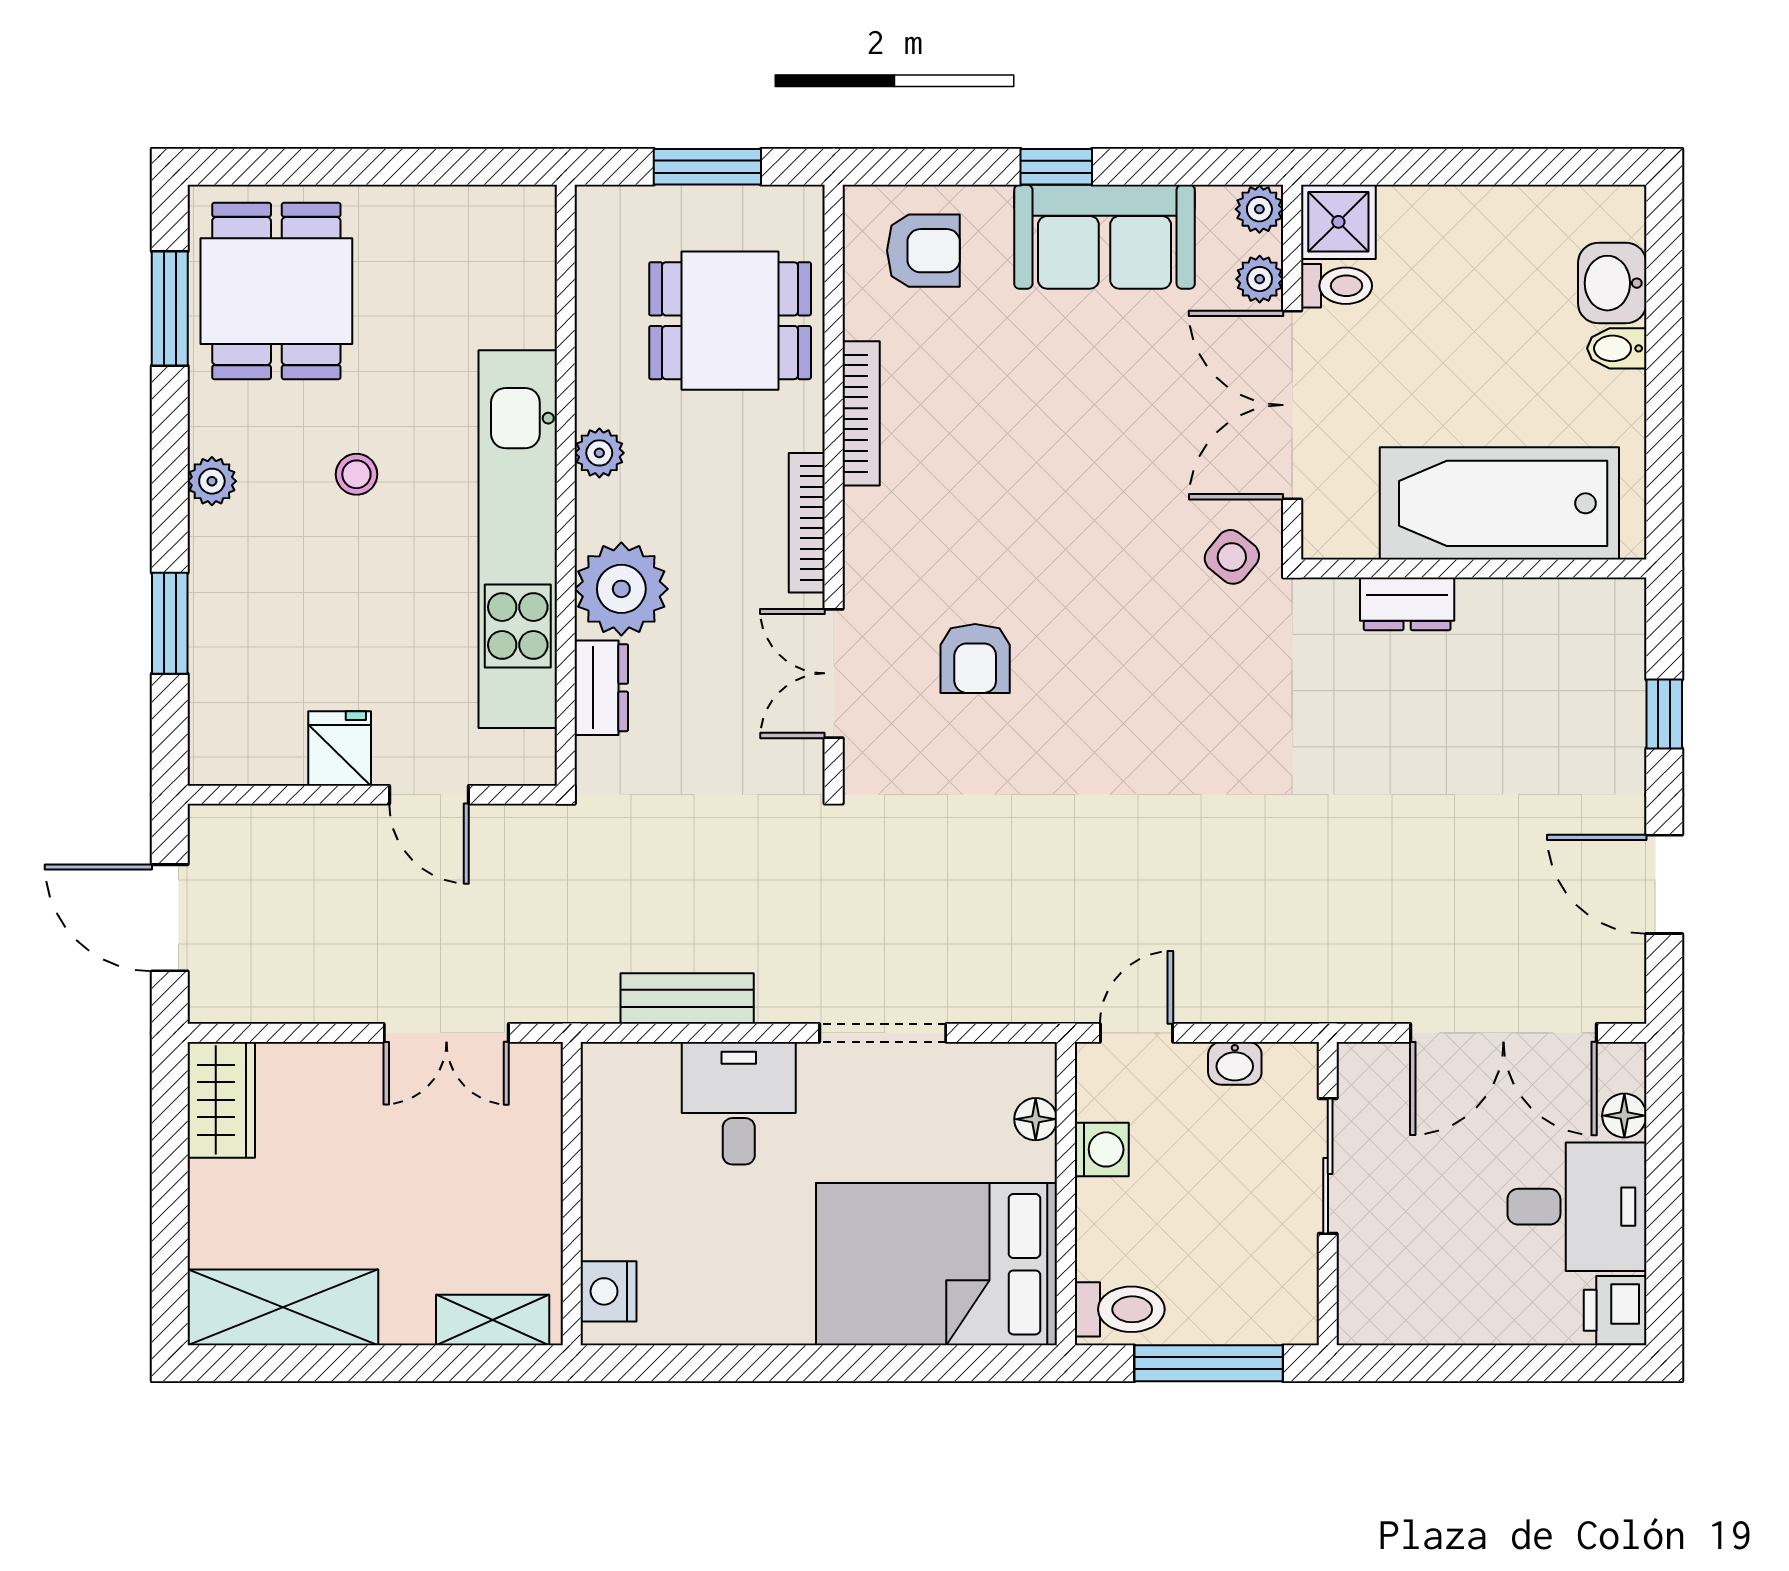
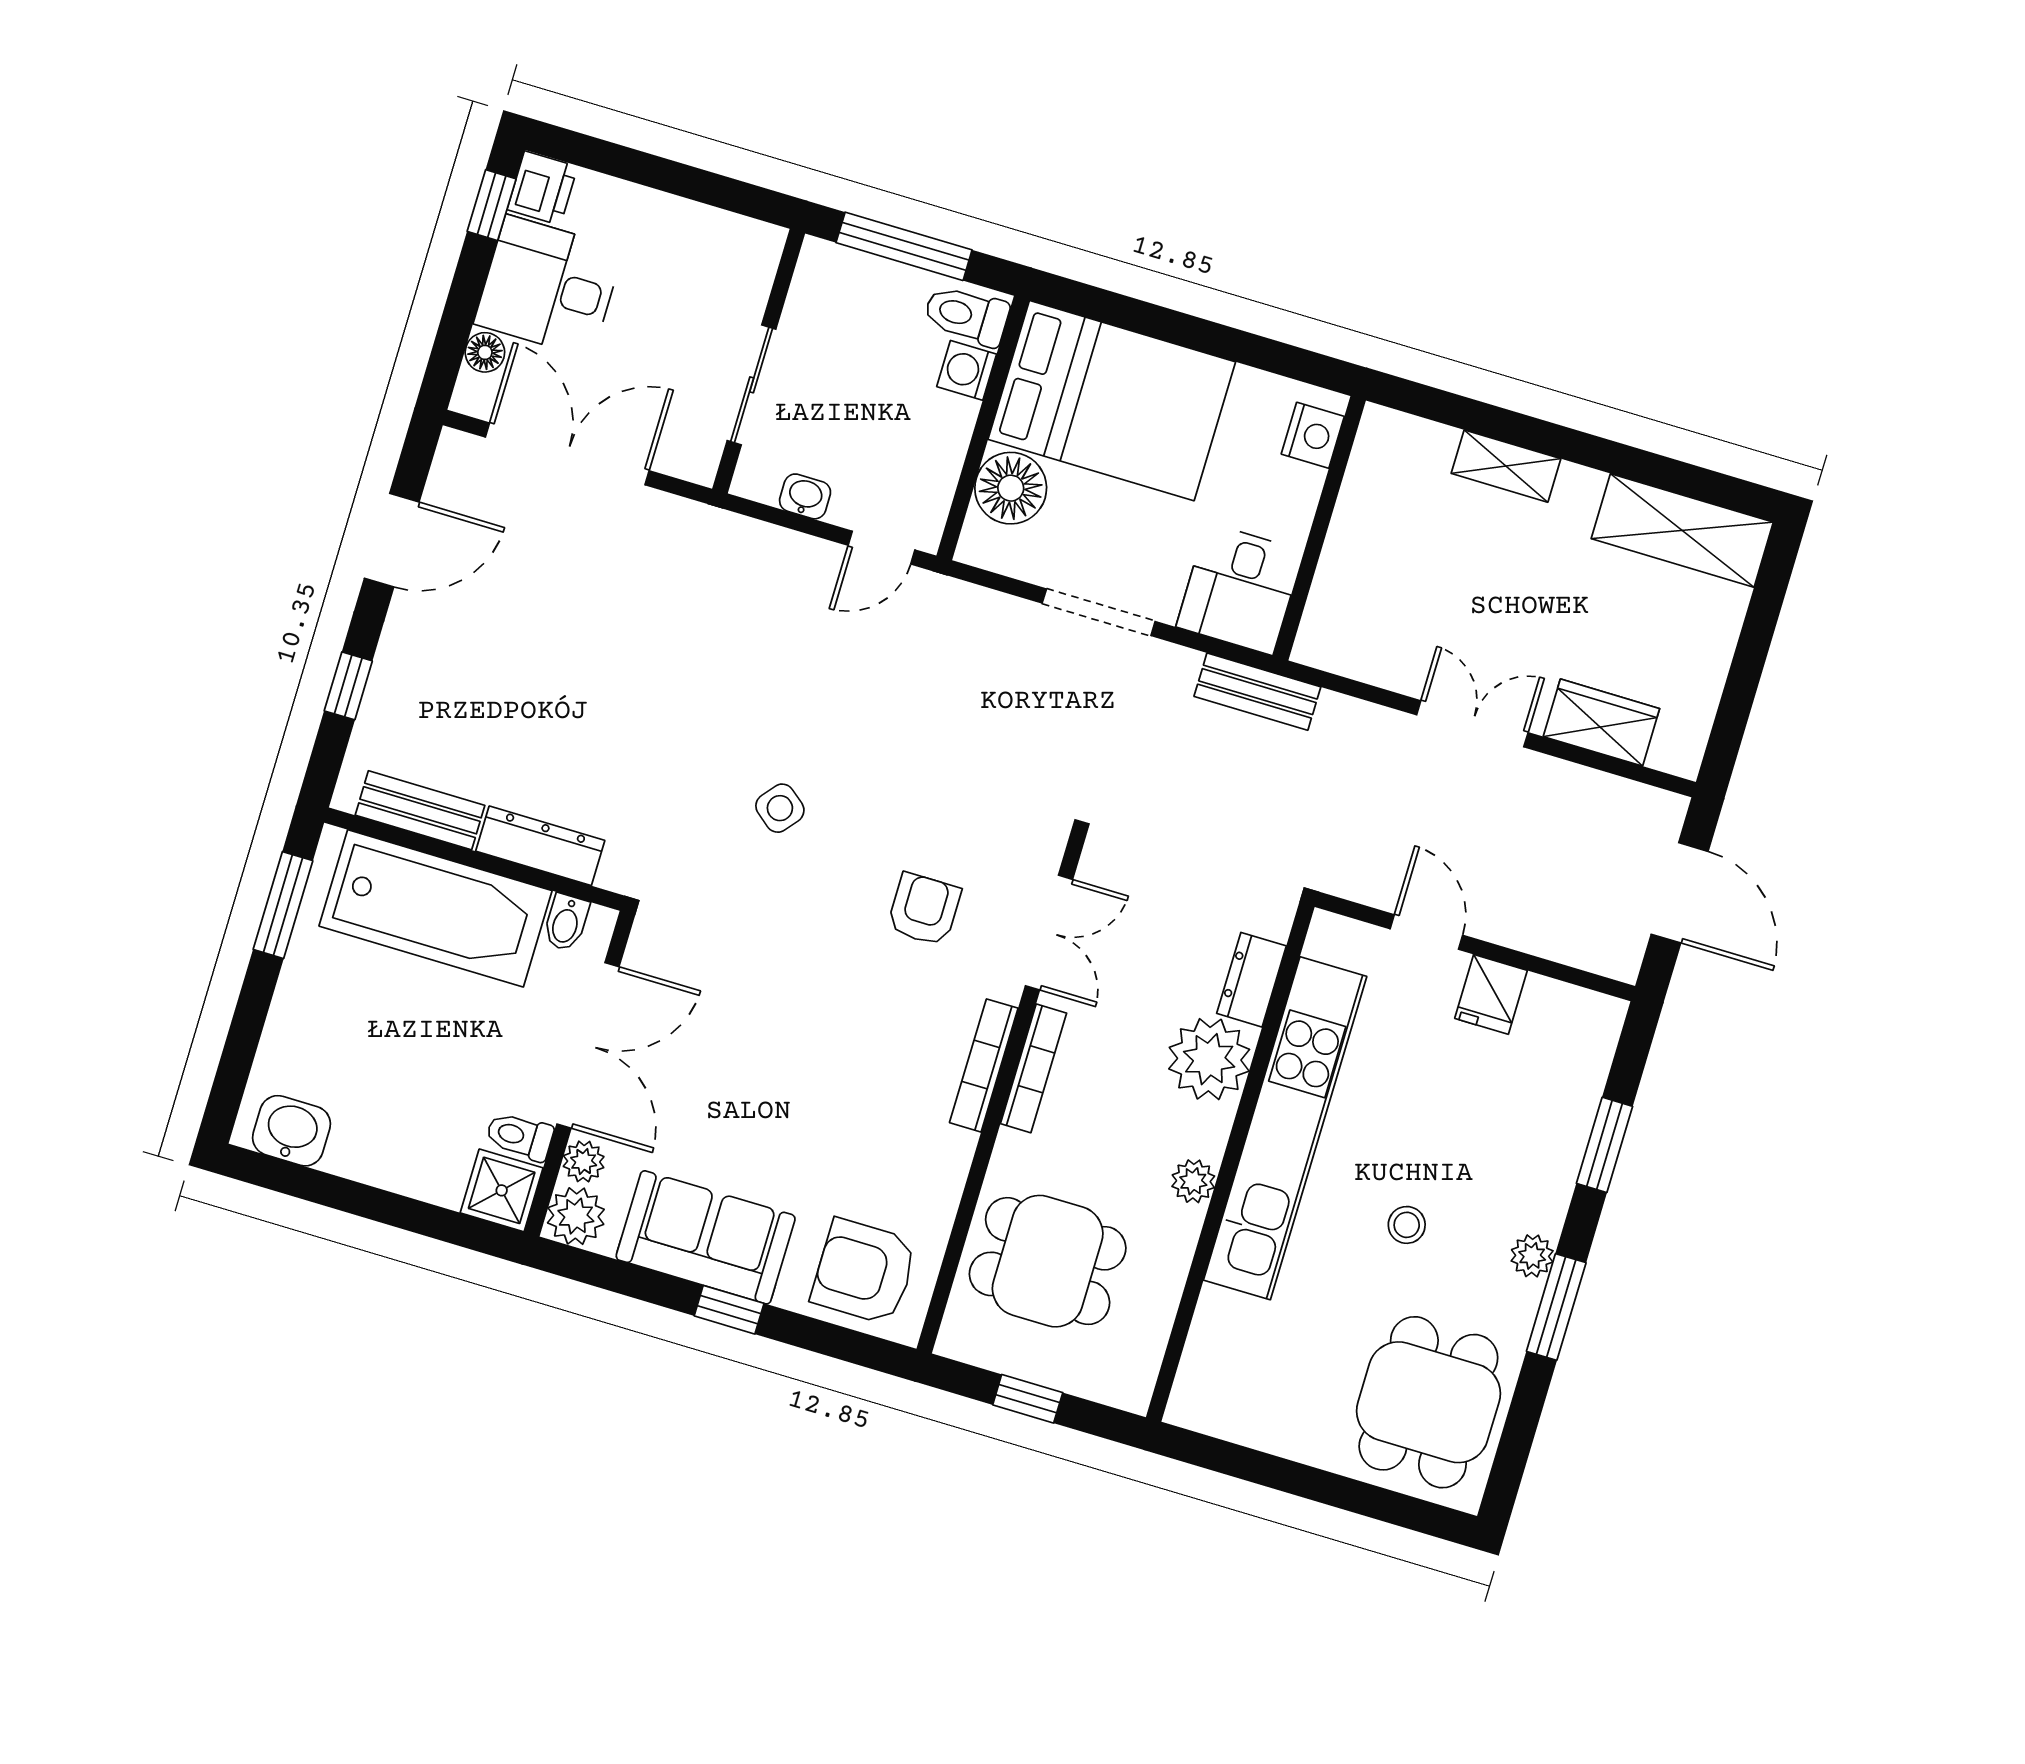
window: (707, 167) -> (1028, 1399), width x0.67
plant: (1259, 209) -> (576, 1216), width x1.38, depth x1.38
armchair: (923, 251) -> (864, 1272), width x1.38, depth x1.38
washbasin: (1612, 283) -> (292, 1131), moved, turned -90
window: (170, 309) -> (1556, 1307), moved
bidet: (1617, 348) -> (566, 922), moved, turned 90
bookcase: (861, 413) -> (984, 1065), moved
window: (1664, 458) -> (283, 905), added
side table: (1232, 557) -> (780, 808), moved
bench: (1547, 603) -> (420, 810), added
dresser: (1407, 604) -> (540, 846), width x1.44
door: (1664, 884) -> (392, 540), hinge flipped
wardrobe: (221, 1100) -> (1601, 723), moved, turned 90
floor lamp: (1036, 1119) -> (1011, 488), width x1.89, depth x1.89
washing machine: (1102, 1149) -> (967, 370), moved
wall: (572, 1194) -> (1319, 528), moved
window: (1664, 1276) -> (492, 205), added
nightstand: (608, 1291) -> (1313, 435), moved

